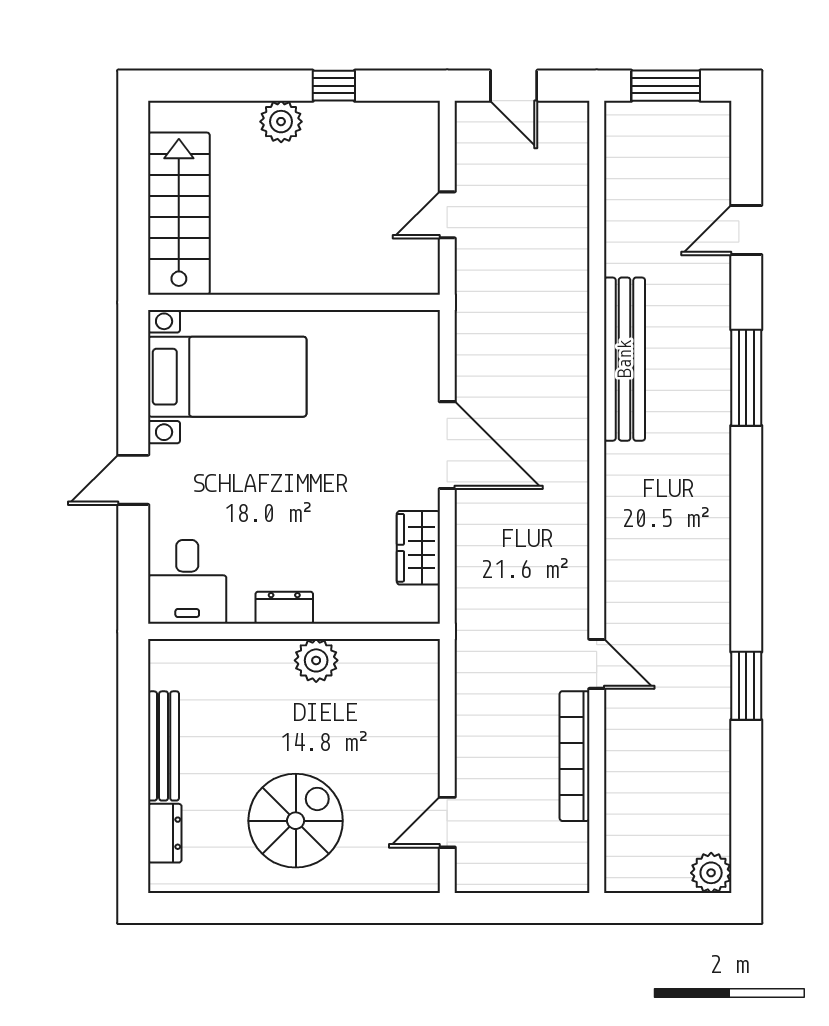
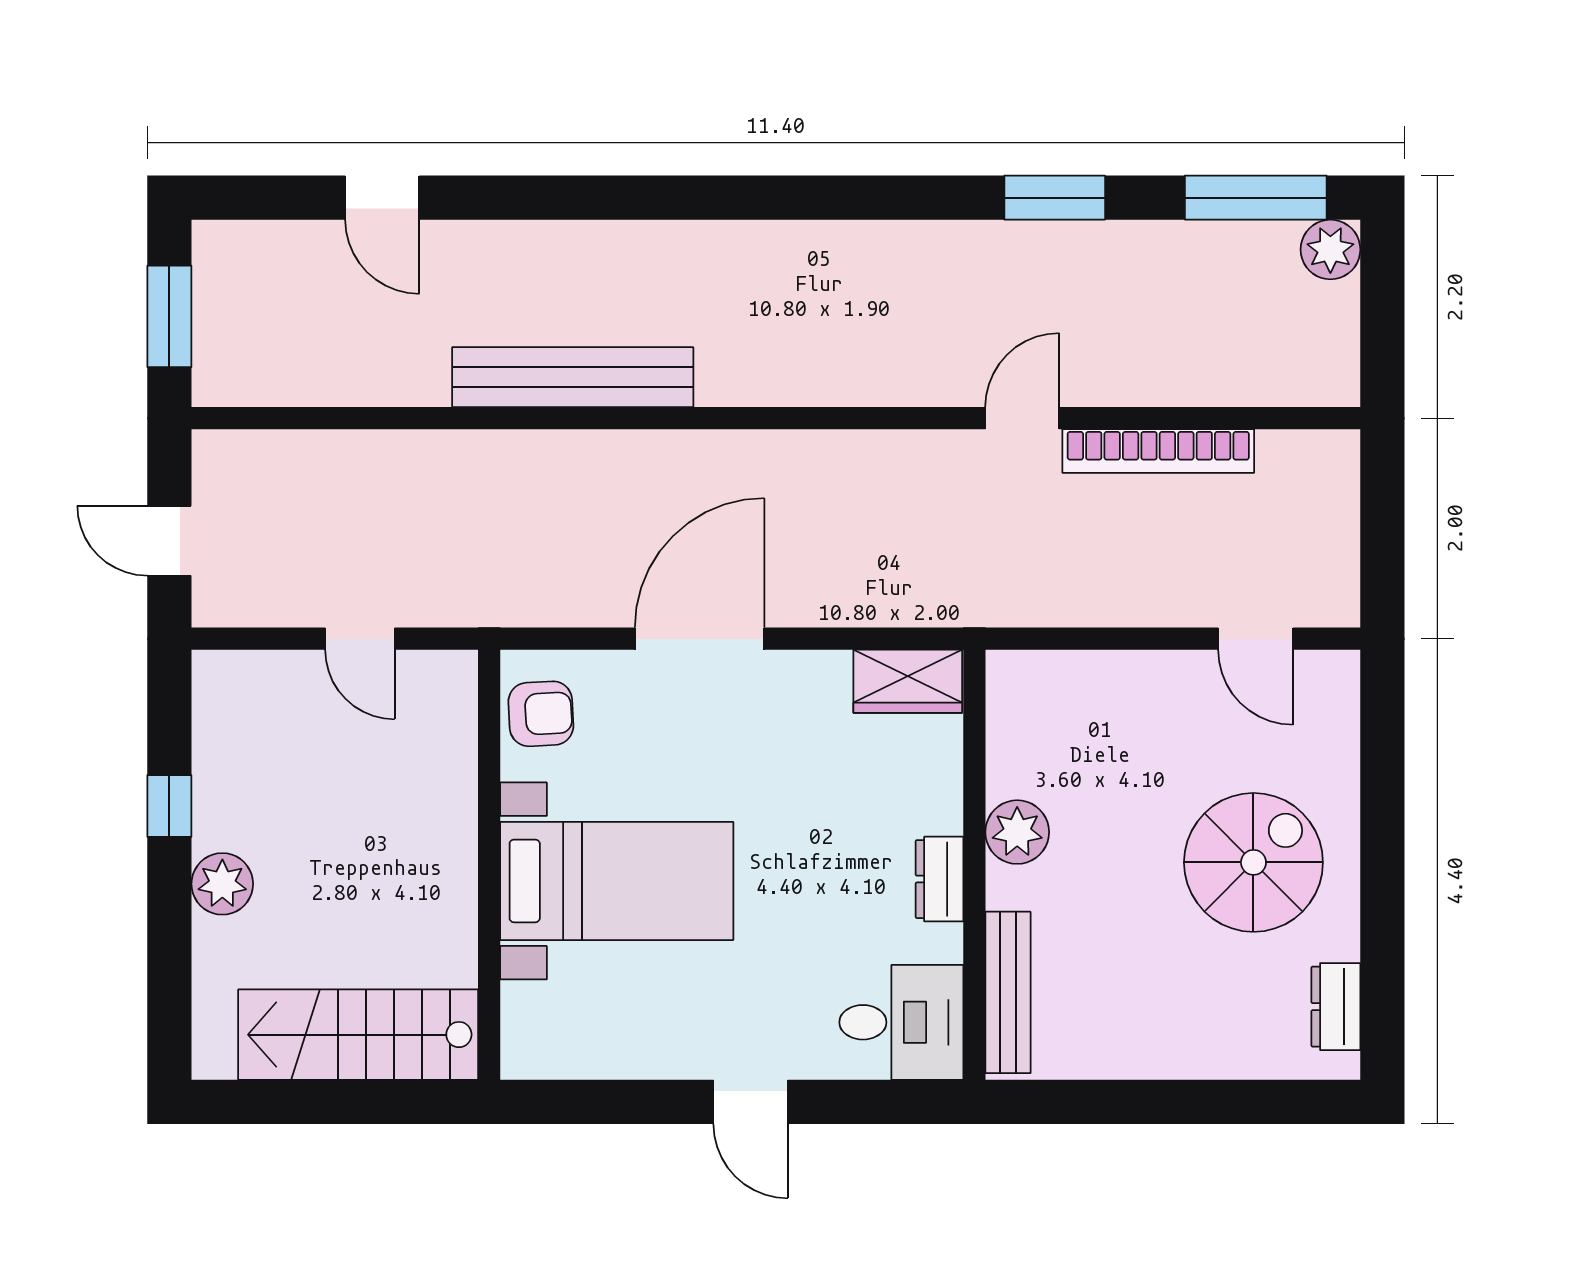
door: (514, 86) -> (169, 541), swing flipped
armchair: (396, 338) -> (541, 714), added
bed with nightstands: (227, 377) -> (617, 881), moved, turned 90
window: (746, 378) -> (1256, 198), moved
wardrobe: (418, 548) -> (908, 681), moved
bench: (164, 746) -> (1008, 992), moved, turned 90
spiral stairs: (296, 821) -> (1253, 862), turned 90
dresser: (165, 833) -> (1336, 1007), moved, turned -90

